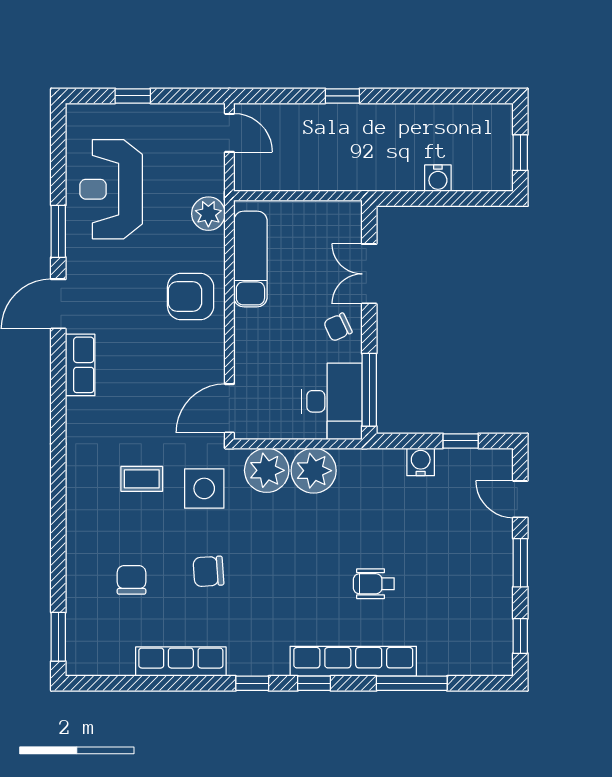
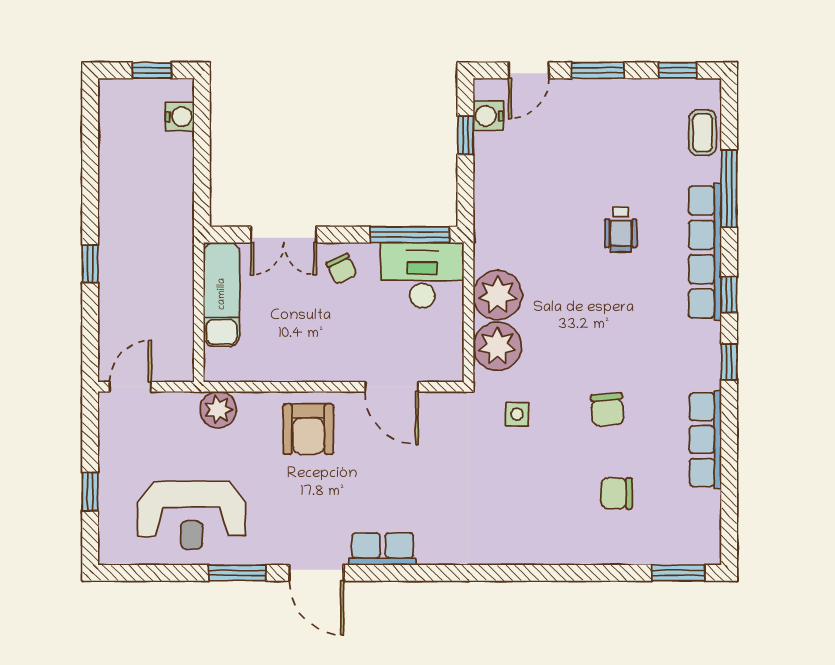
water cooler: (438, 178) -> (180, 117), moved
exam couch: (250, 259) -> (222, 294), moved, turned 90
door: (229, 408) -> (392, 387), moved
water cooler: (421, 462) -> (488, 116), moved
coffee table: (142, 479) -> (703, 133), moved
side table: (204, 488) -> (517, 414), width x0.54, depth x0.54

